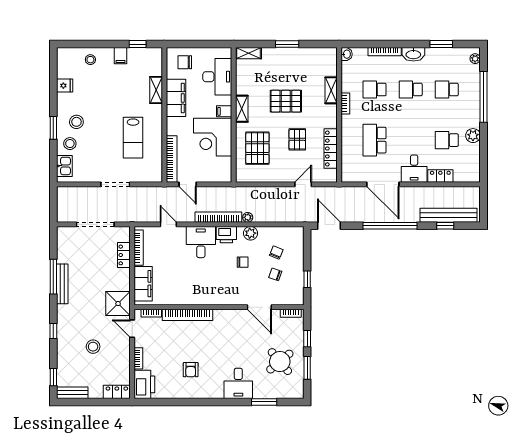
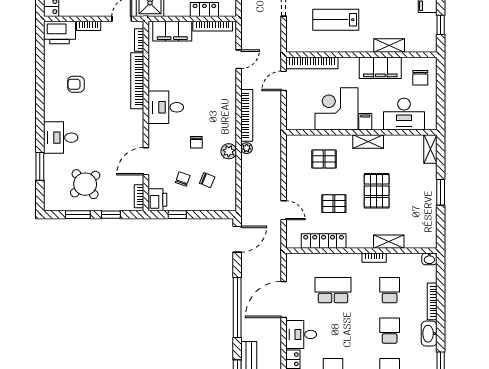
chair: (185, 62) -> (420, 78), turned 180
pallet: (257, 148) -> (324, 159), width x0.67, depth x0.71
printer: (226, 235) -> (157, 200), moved, turned 180
desk: (201, 242) -> (166, 107), moved, turned 180

